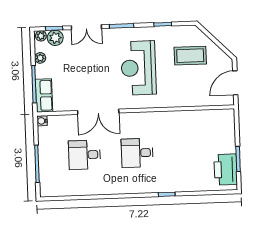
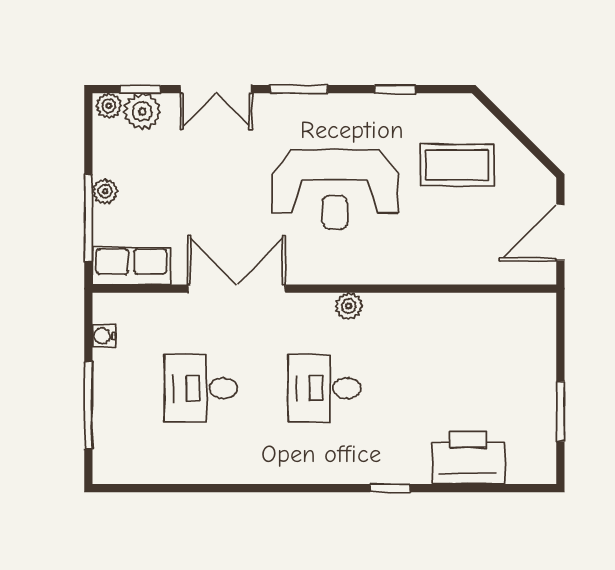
plant: (40, 58) -> (105, 191), moved
reception desk: (139, 68) -> (335, 189), turned -90
row of seats: (44, 95) -> (131, 266), moved, turned -90
double door: (98, 112) -> (237, 289), swing flipped
plant: (146, 117) -> (349, 306), added
water cooler: (42, 121) -> (104, 336), moved
printer: (226, 170) -> (468, 458), moved, turned 90

